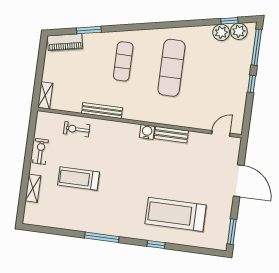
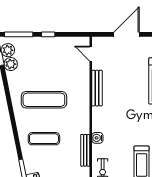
water cooler: (147, 132) -> (97, 138), moved
bench: (171, 135) -> (97, 88), width x1.36

